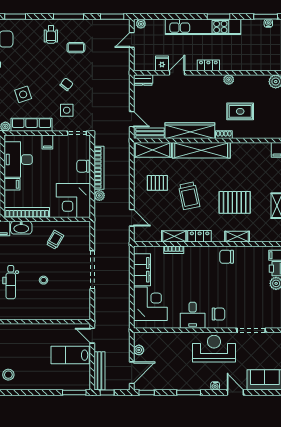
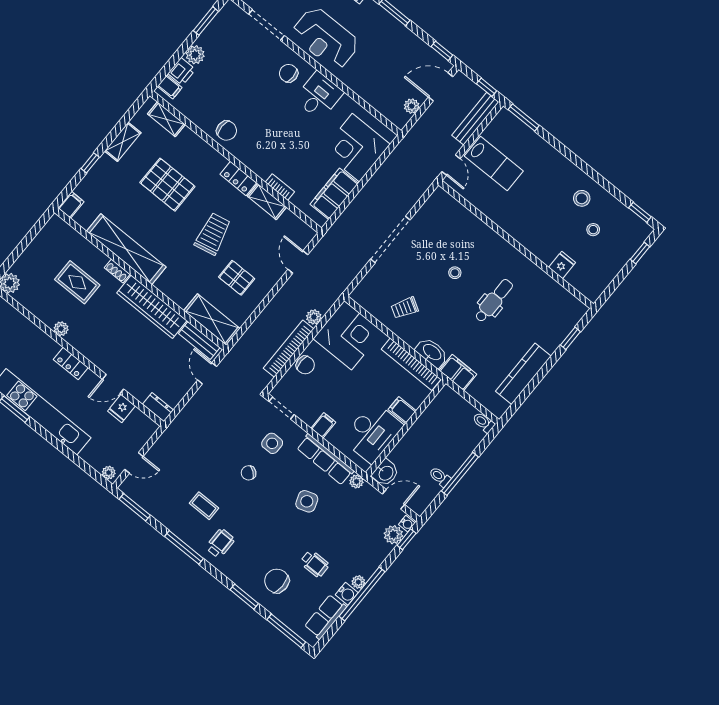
shelving: (201, 150) -> (126, 249), moved
shelving: (237, 237) -> (166, 119), moved

